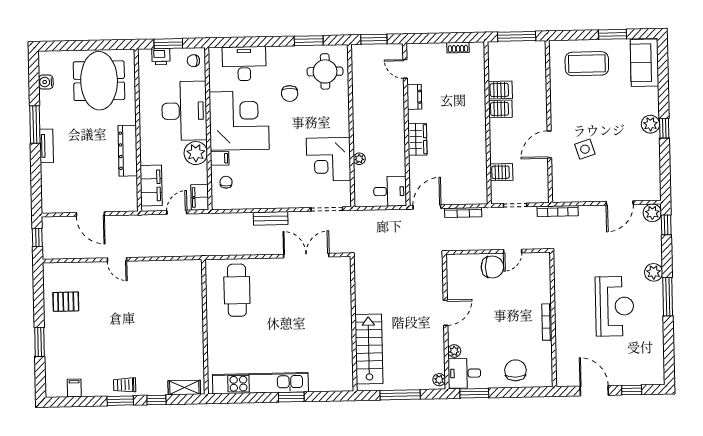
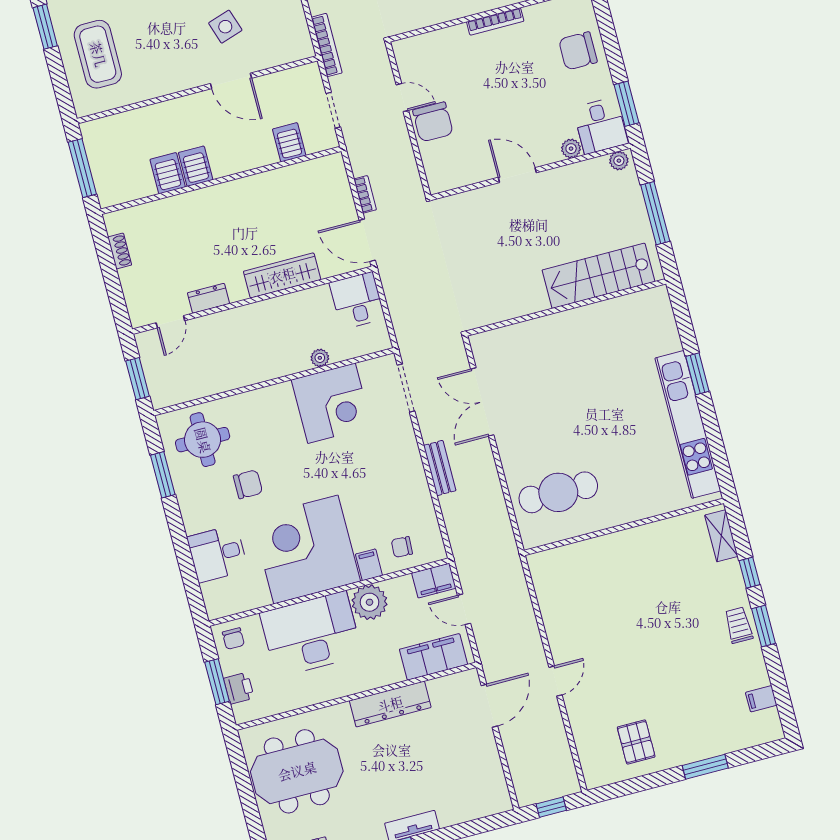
desk: (244, 64) -> (218, 554), width x0.73
wardrobe: (417, 139) -> (282, 275), width x1.50
bookcase: (463, 212) -> (365, 194), width x0.64
door: (90, 214) -> (489, 706), moved
chair: (492, 267) -> (433, 122), turned 180
trolley: (125, 385) -> (739, 625), turned 180

